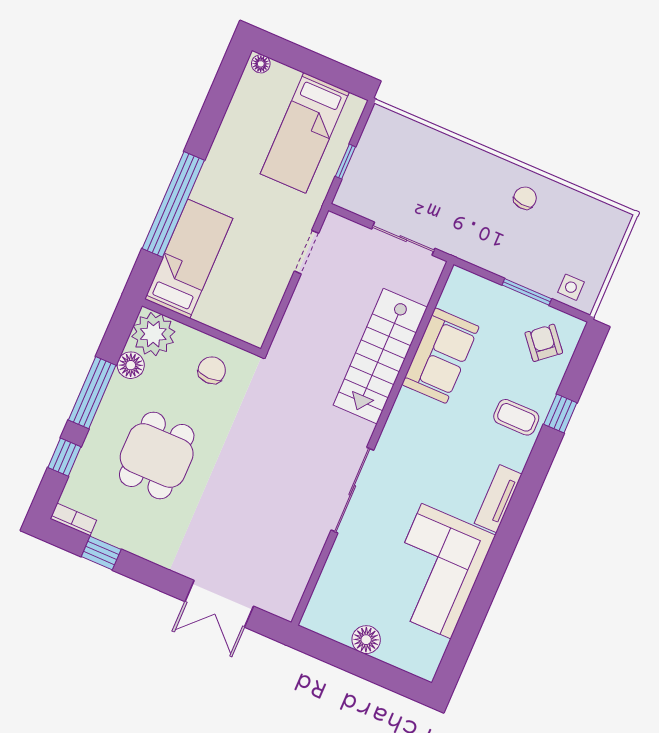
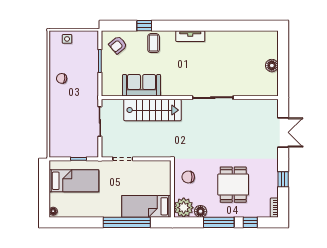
side table: (571, 287) -> (67, 39), moved
dining table: (157, 455) -> (233, 185), turned 90
window: (101, 553) -> (283, 179), moved
corner sofa: (436, 571) -> (231, 49), removed

